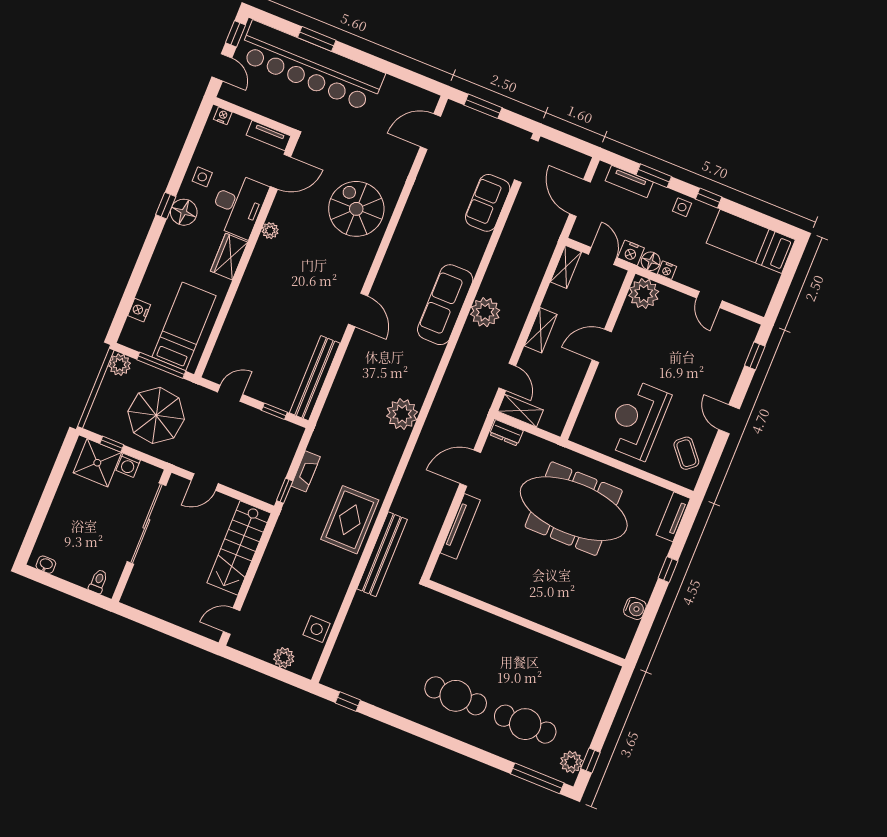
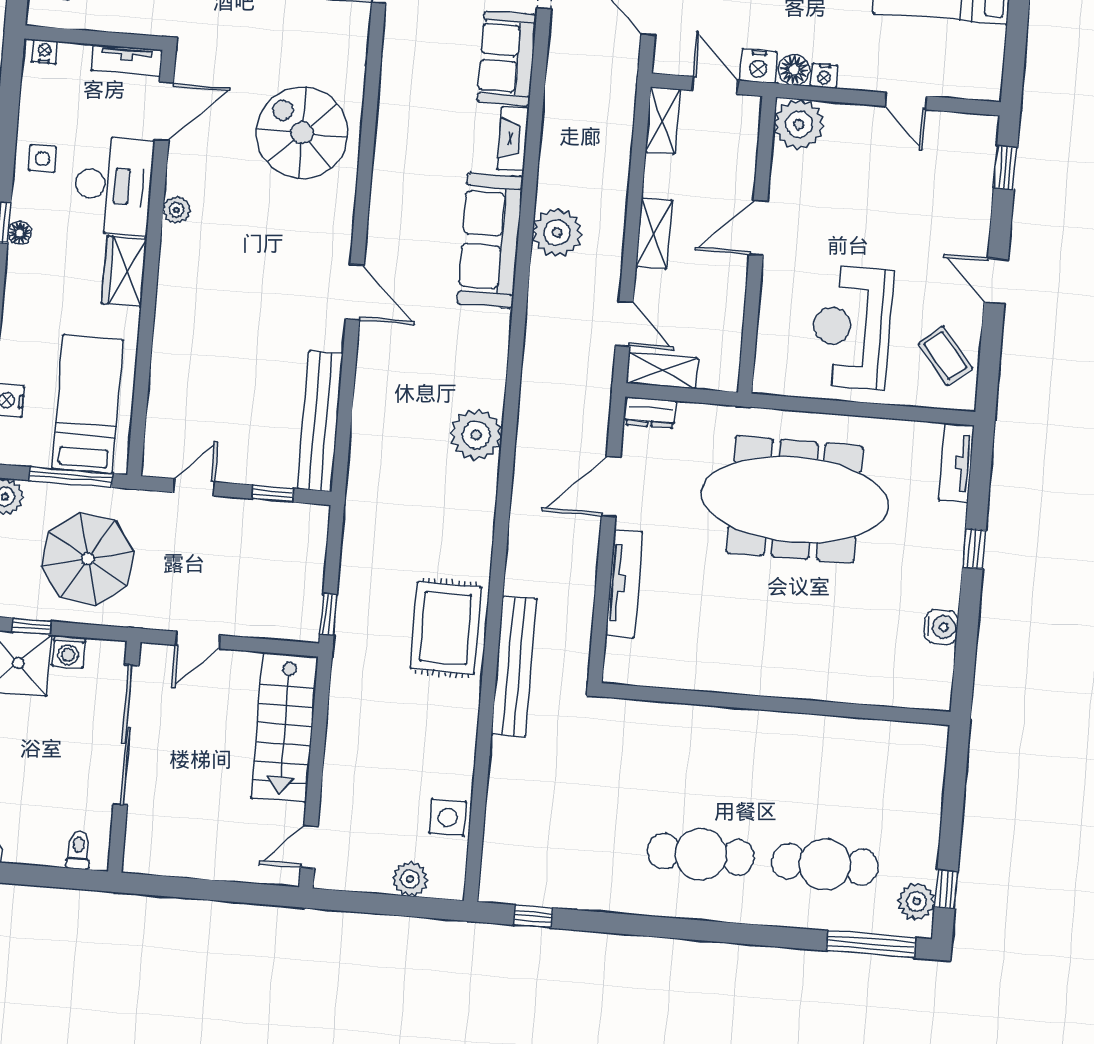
floor lamp: (184, 212) -> (20, 233), width x0.53, depth x0.53
fireplace: (306, 471) -> (513, 139), moved, turned 180

